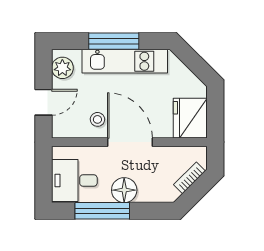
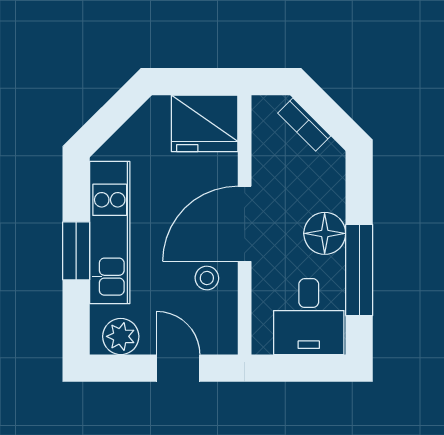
window: (114, 41) -> (76, 251), width x0.69

